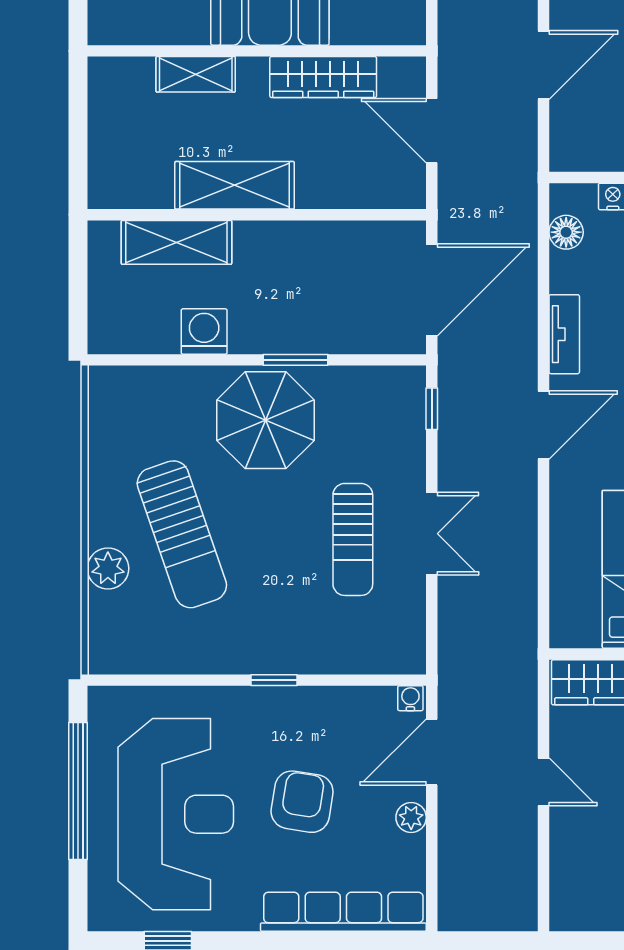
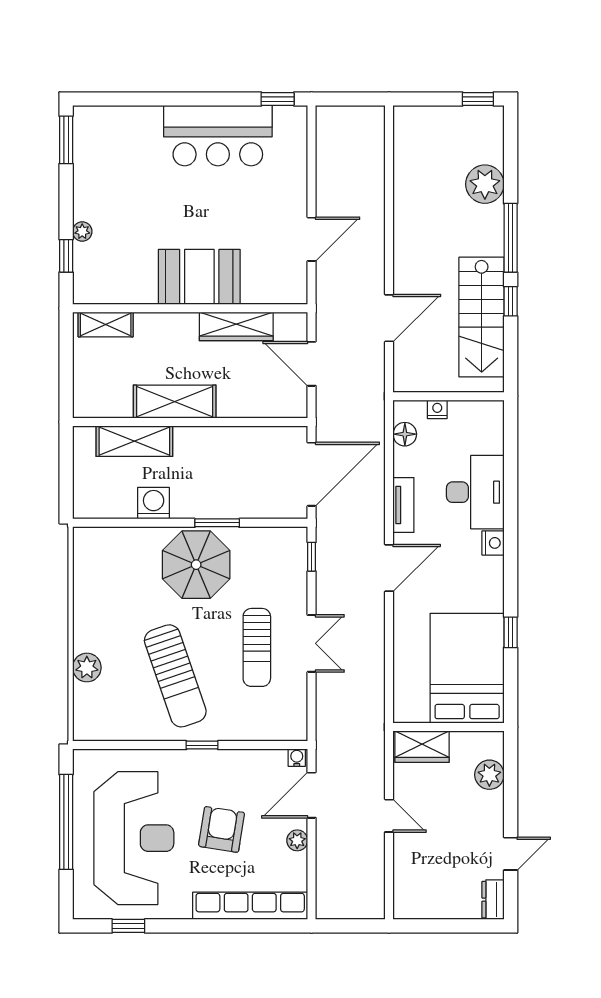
shelving: (196, 74) -> (106, 325), moved
sun lounger: (182, 534) -> (175, 676), moved

